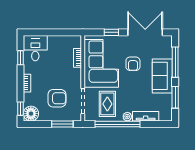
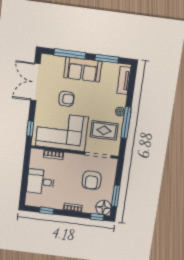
window: (111, 32) -> (30, 129), moved
desk: (35, 48) -> (40, 182), moved
armchair: (57, 98) -> (92, 180), turned 180
tv unit: (146, 116) -> (124, 80), moved
window: (62, 124) -> (116, 196), moved
window: (117, 124) -> (126, 123), width x0.68

